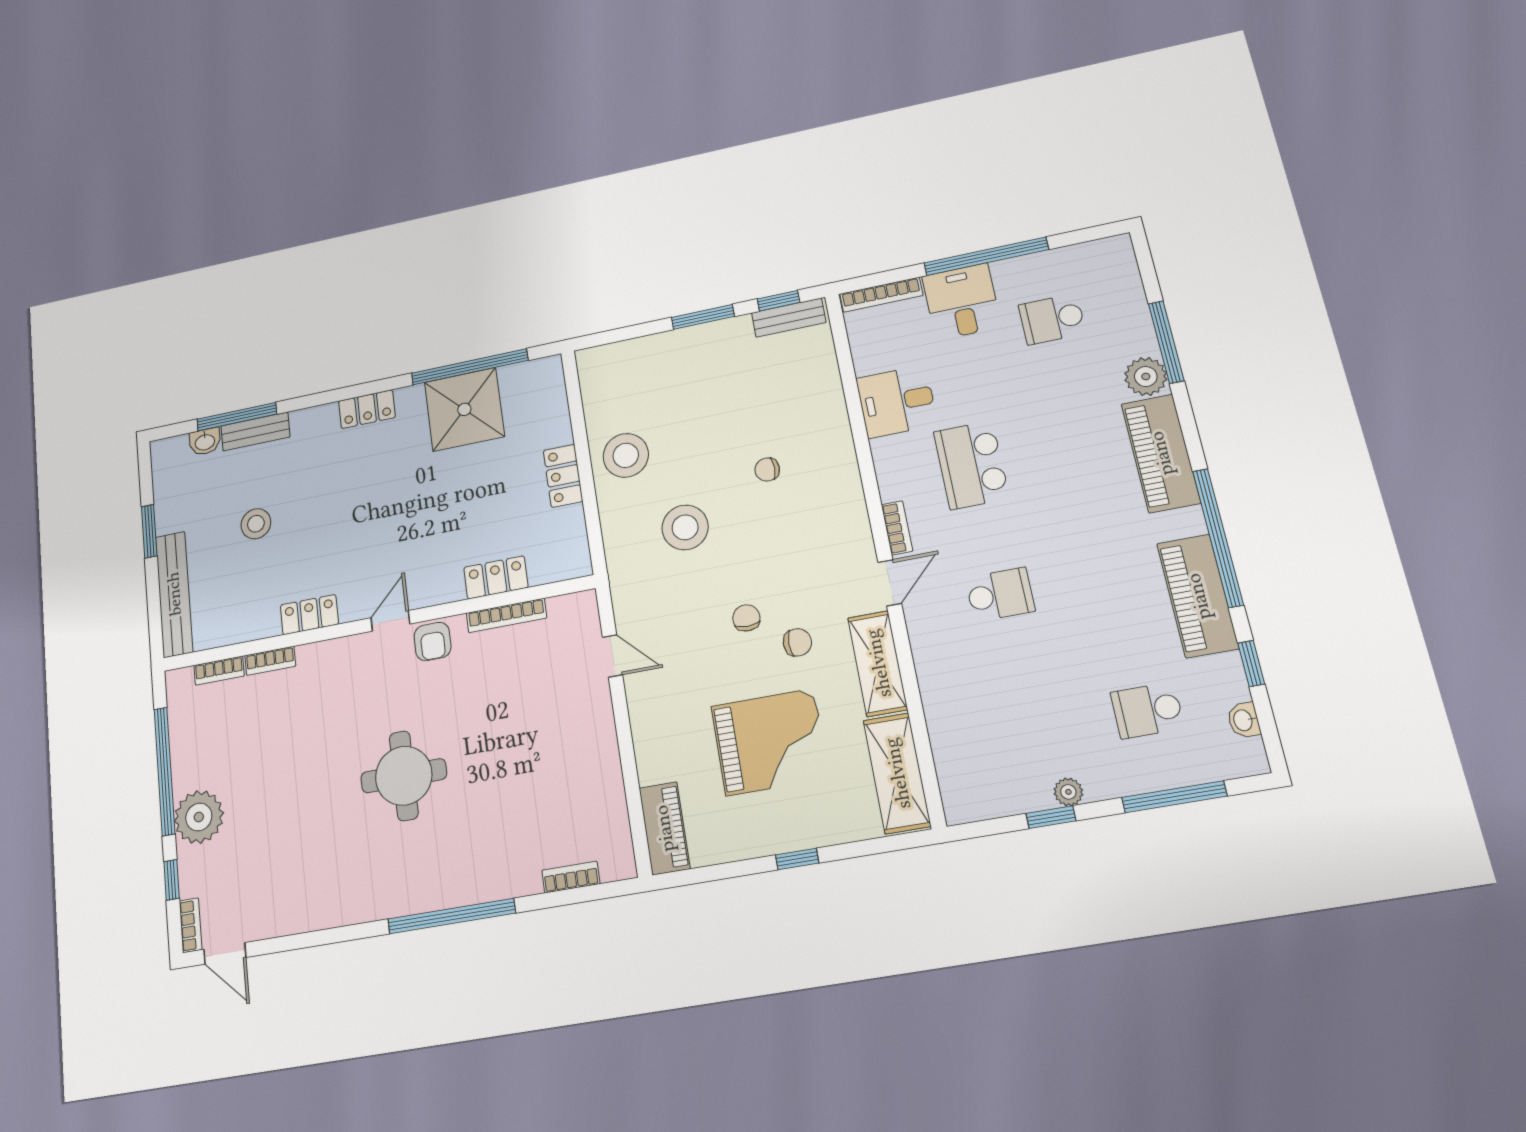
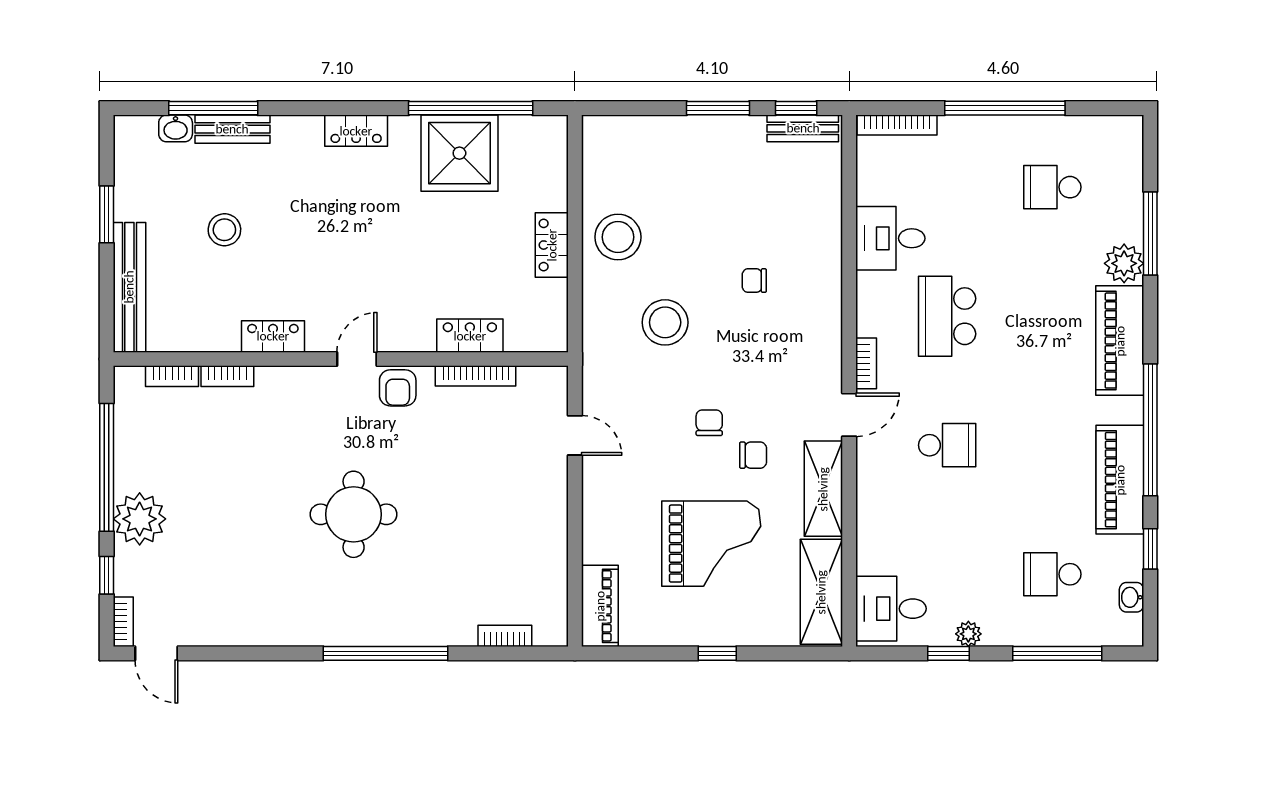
desk: (962, 302) -> (891, 609), moved, turned -90

